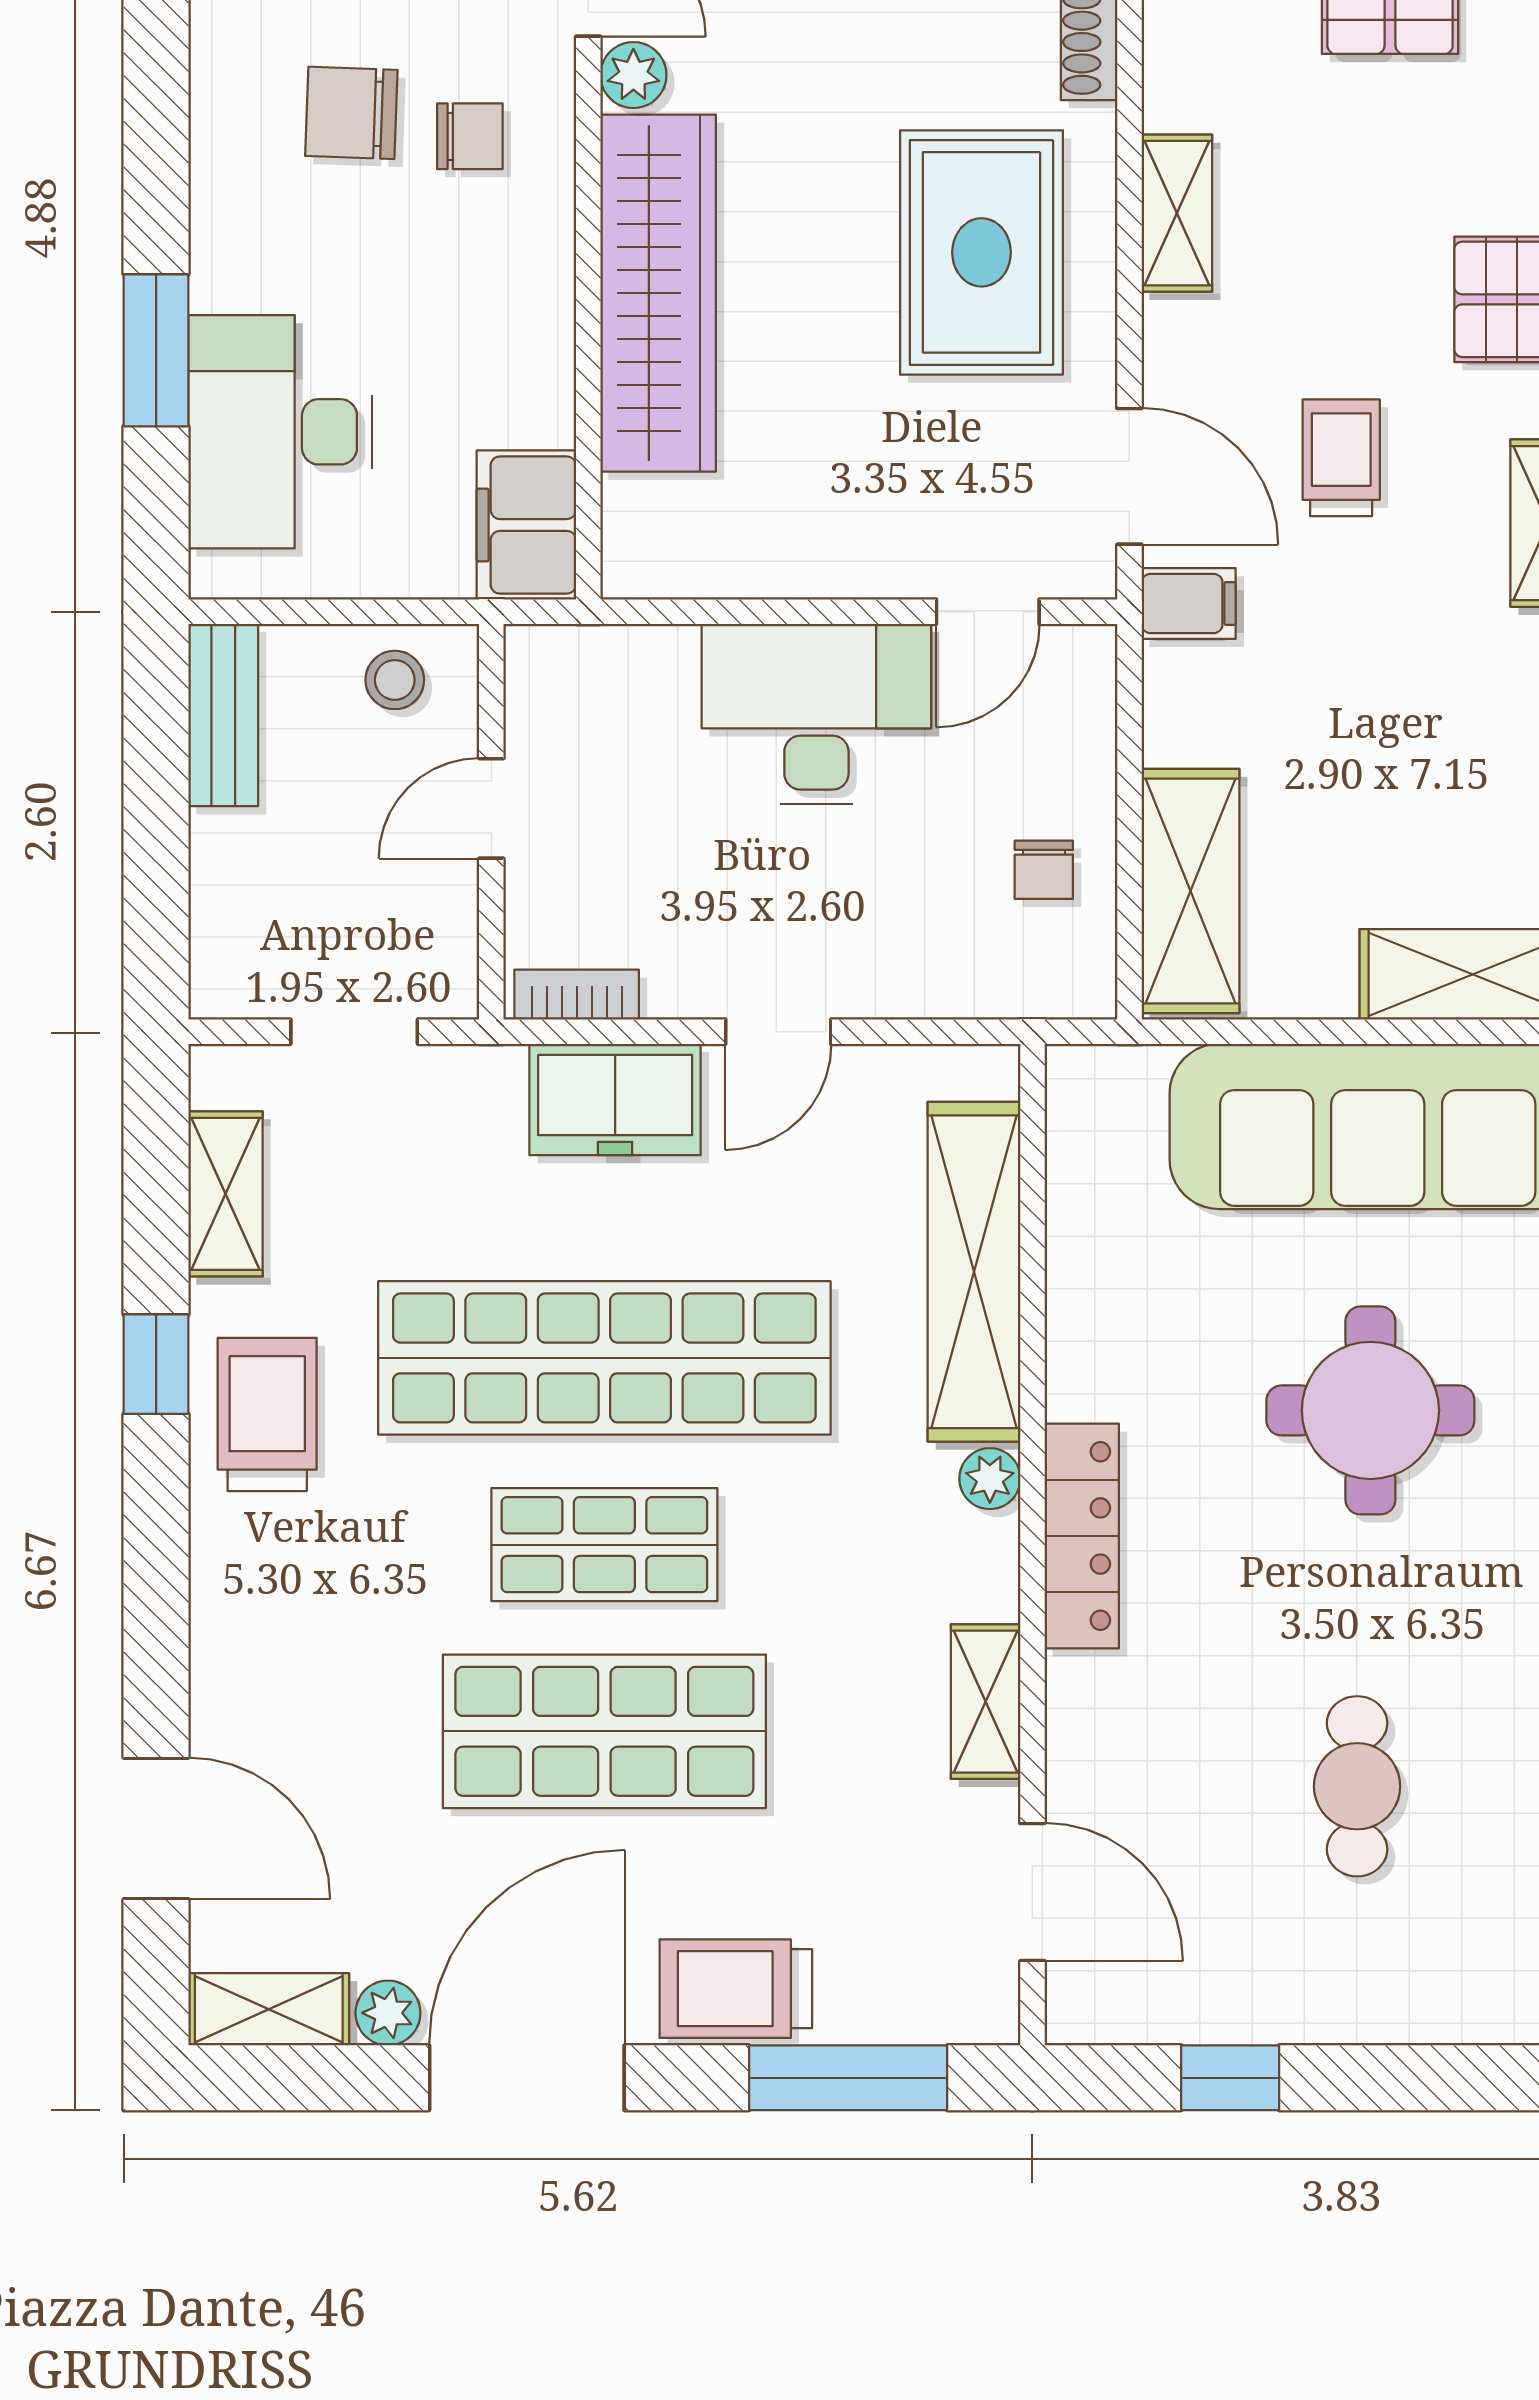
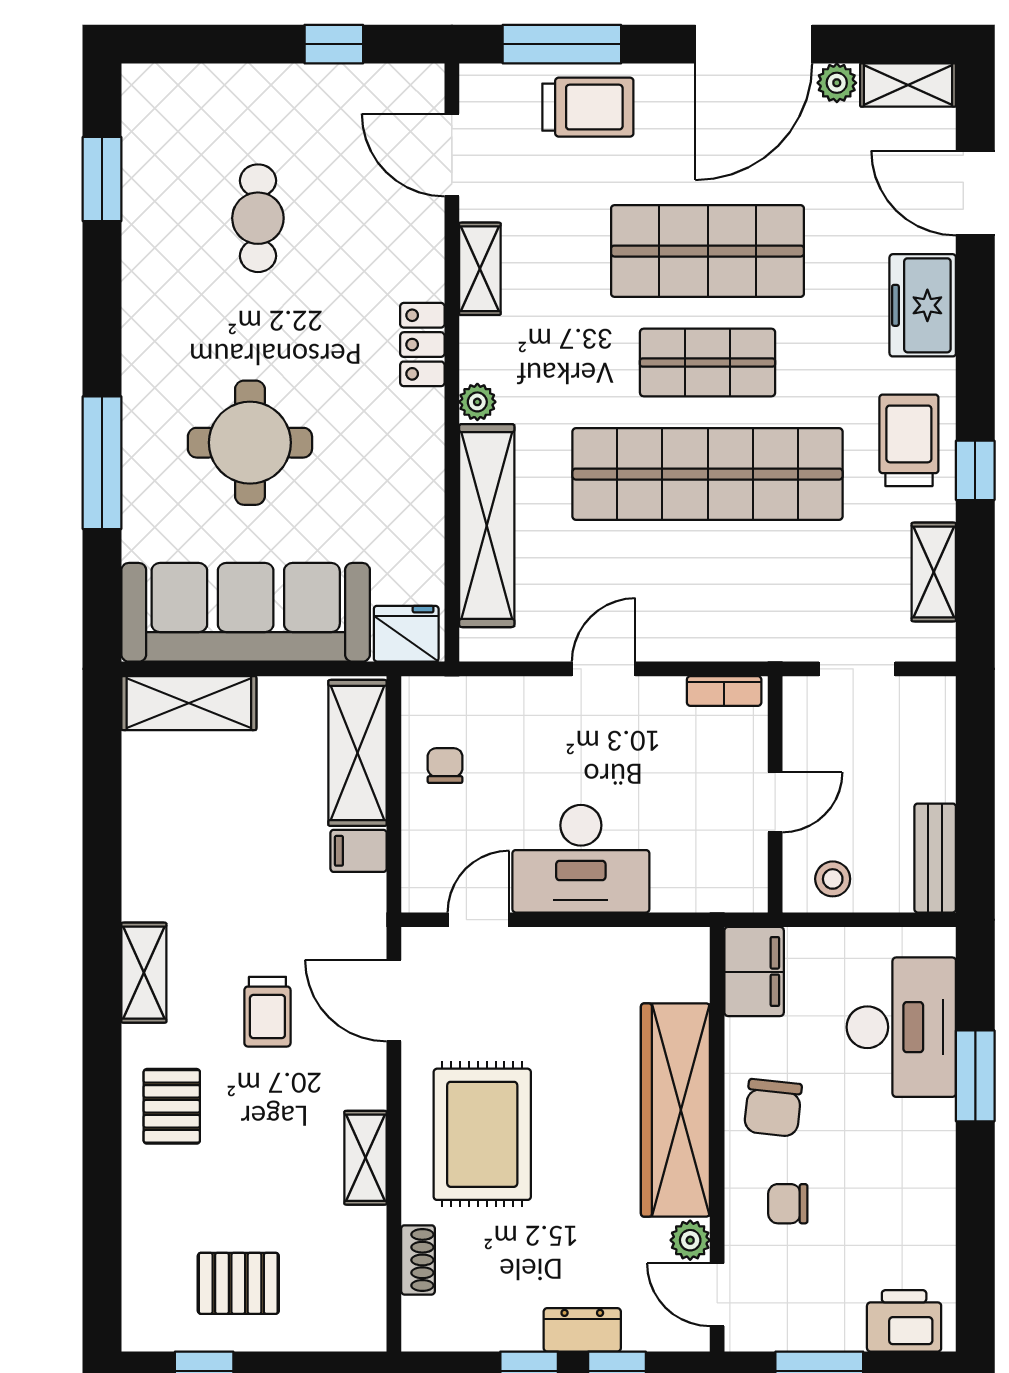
chair: (351, 113) -> (773, 1108), moved, turned 94
filing cabinet: (1189, 603) -> (359, 851), moved
fridge: (1109, 1091) -> (406, 634), added
freezer: (615, 1099) -> (923, 305), moved, turned -90
trolley: (267, 1414) -> (909, 440), turned 180
locker: (1082, 1536) -> (422, 345), width x0.66
trolley: (736, 1989) -> (588, 107), moved

